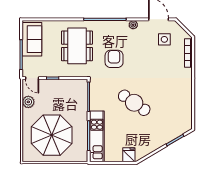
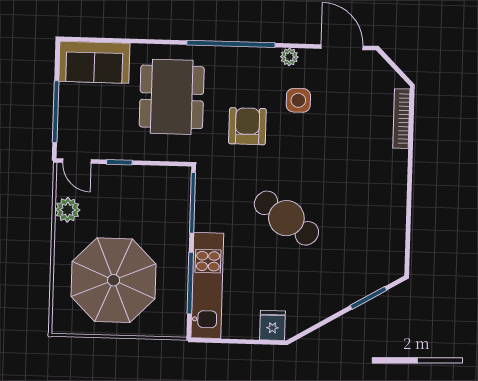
sofa: (32, 39) -> (94, 62), moved, turned 90
side table: (164, 39) -> (298, 100), moved

